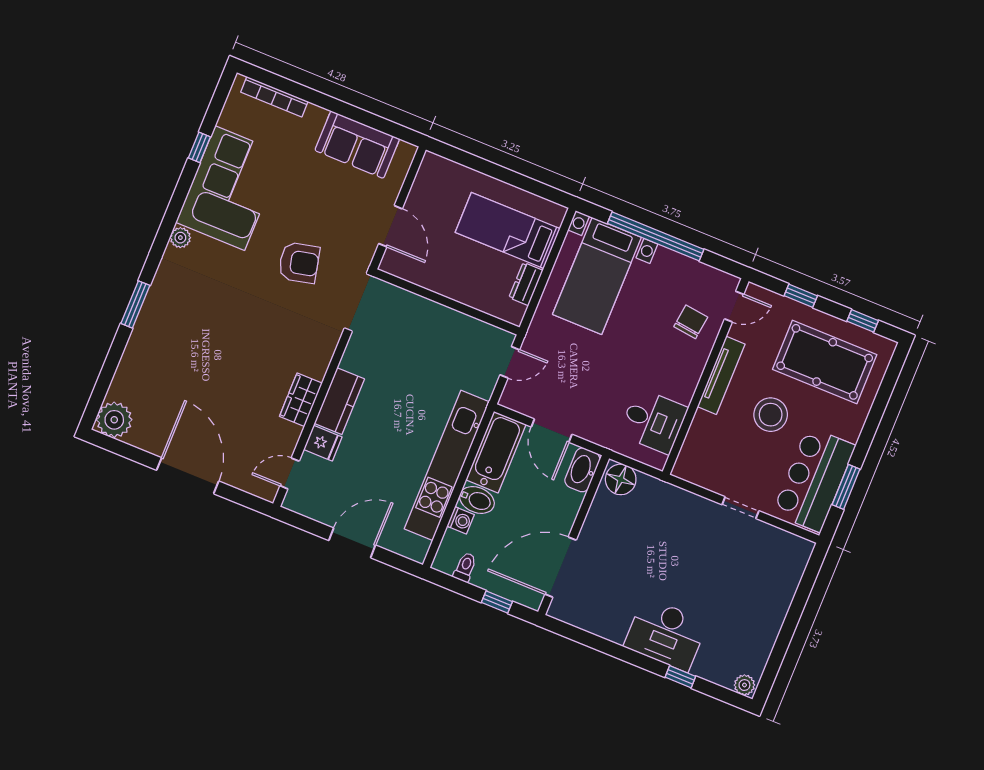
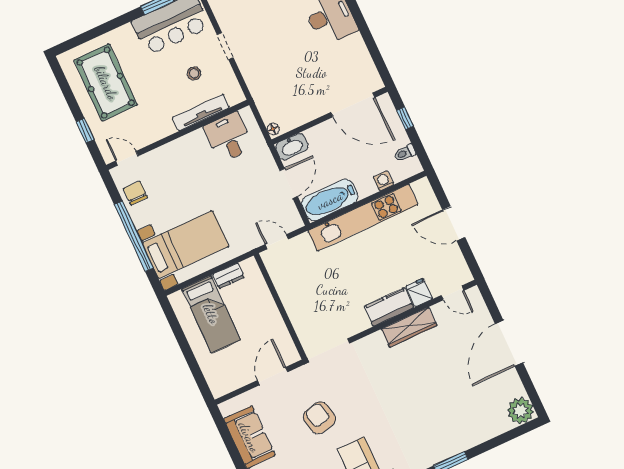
armchair: (299, 263) -> (319, 418), moved
window: (863, 321) -> (64, 86), removed
chair: (691, 322) -> (135, 193), moved, turned 83
tv unit: (721, 375) -> (201, 113), moved
wardrobe: (301, 400) -> (409, 327), width x1.50
stool: (771, 415) -> (194, 73), moved, width x0.53, depth x0.53
floor lamp: (621, 479) -> (273, 129), width x0.53, depth x0.53
bidet: (477, 500) -> (364, 184), removed

